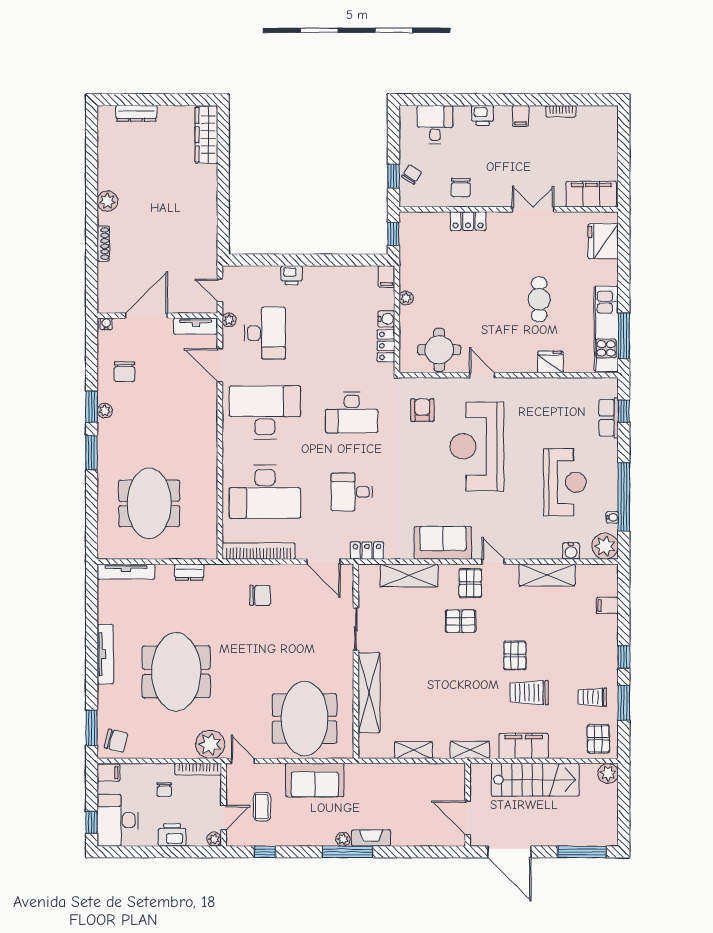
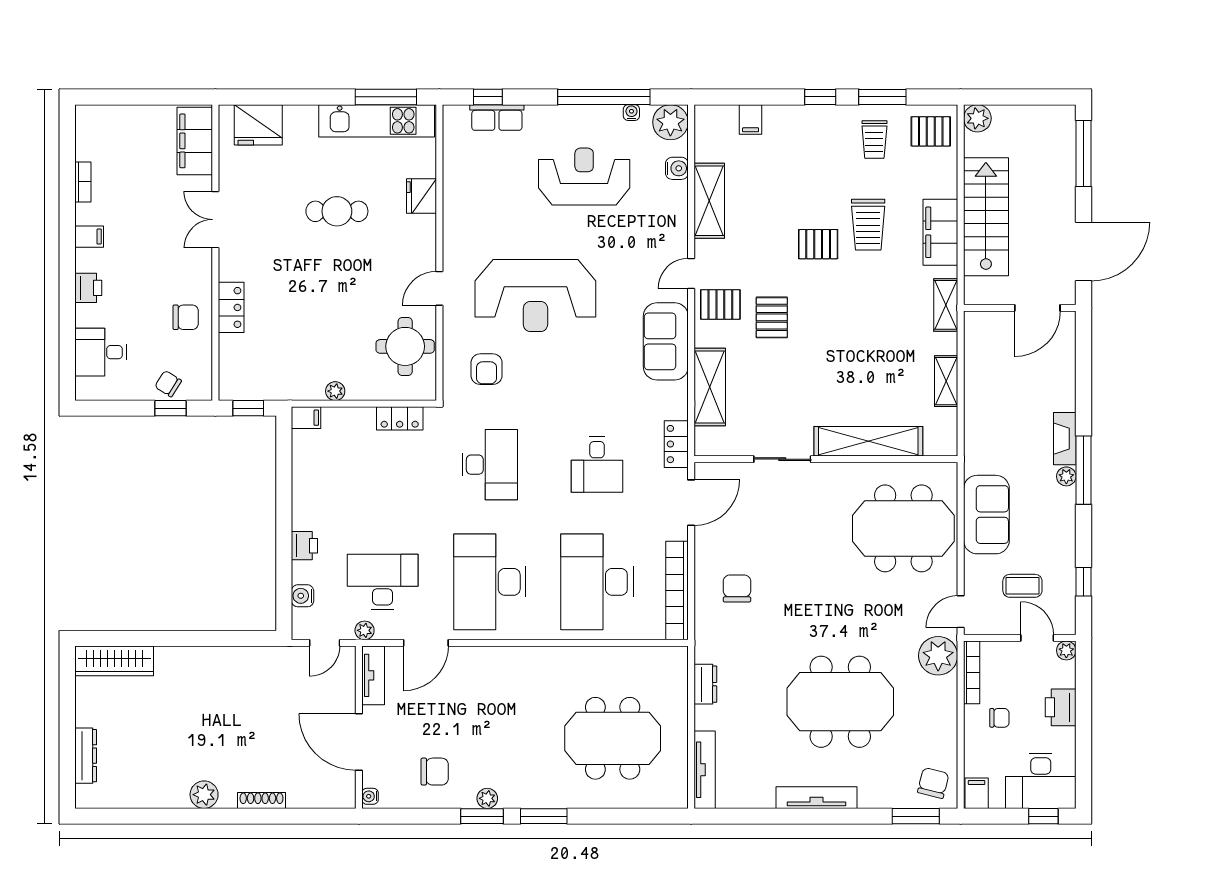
water cooler: (386, 319) -> (303, 596), moved, turned -90
armchair: (422, 410) -> (487, 369), turned -90
desk: (265, 492) -> (597, 582), turned 180

